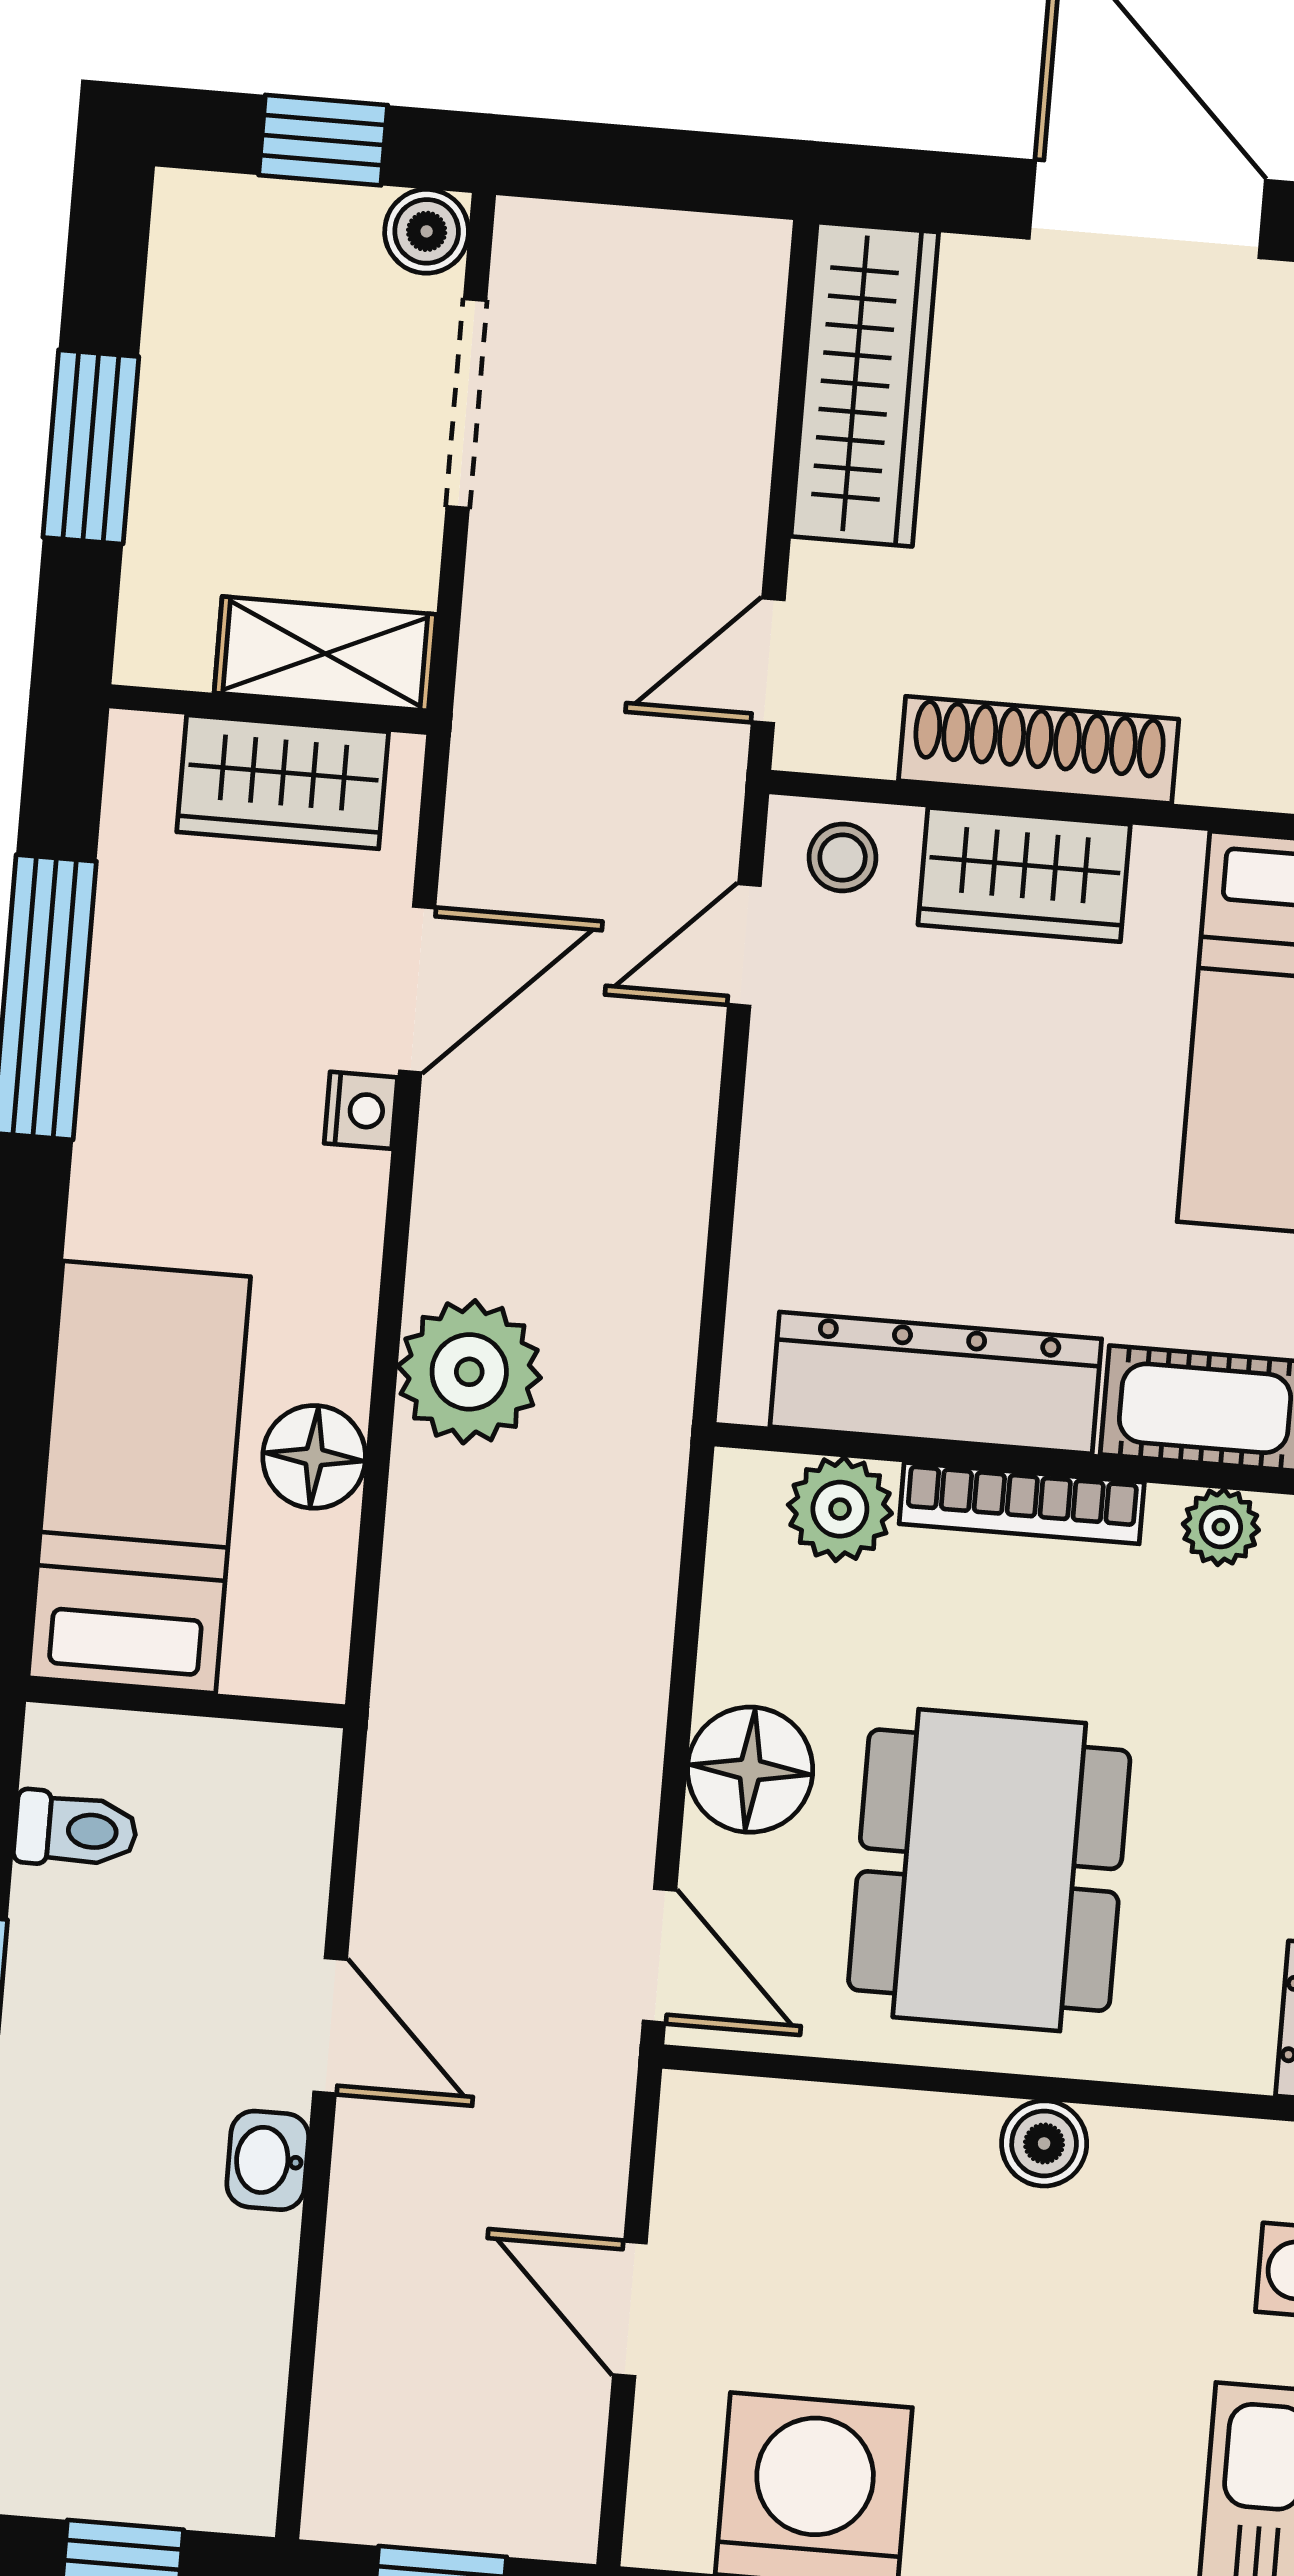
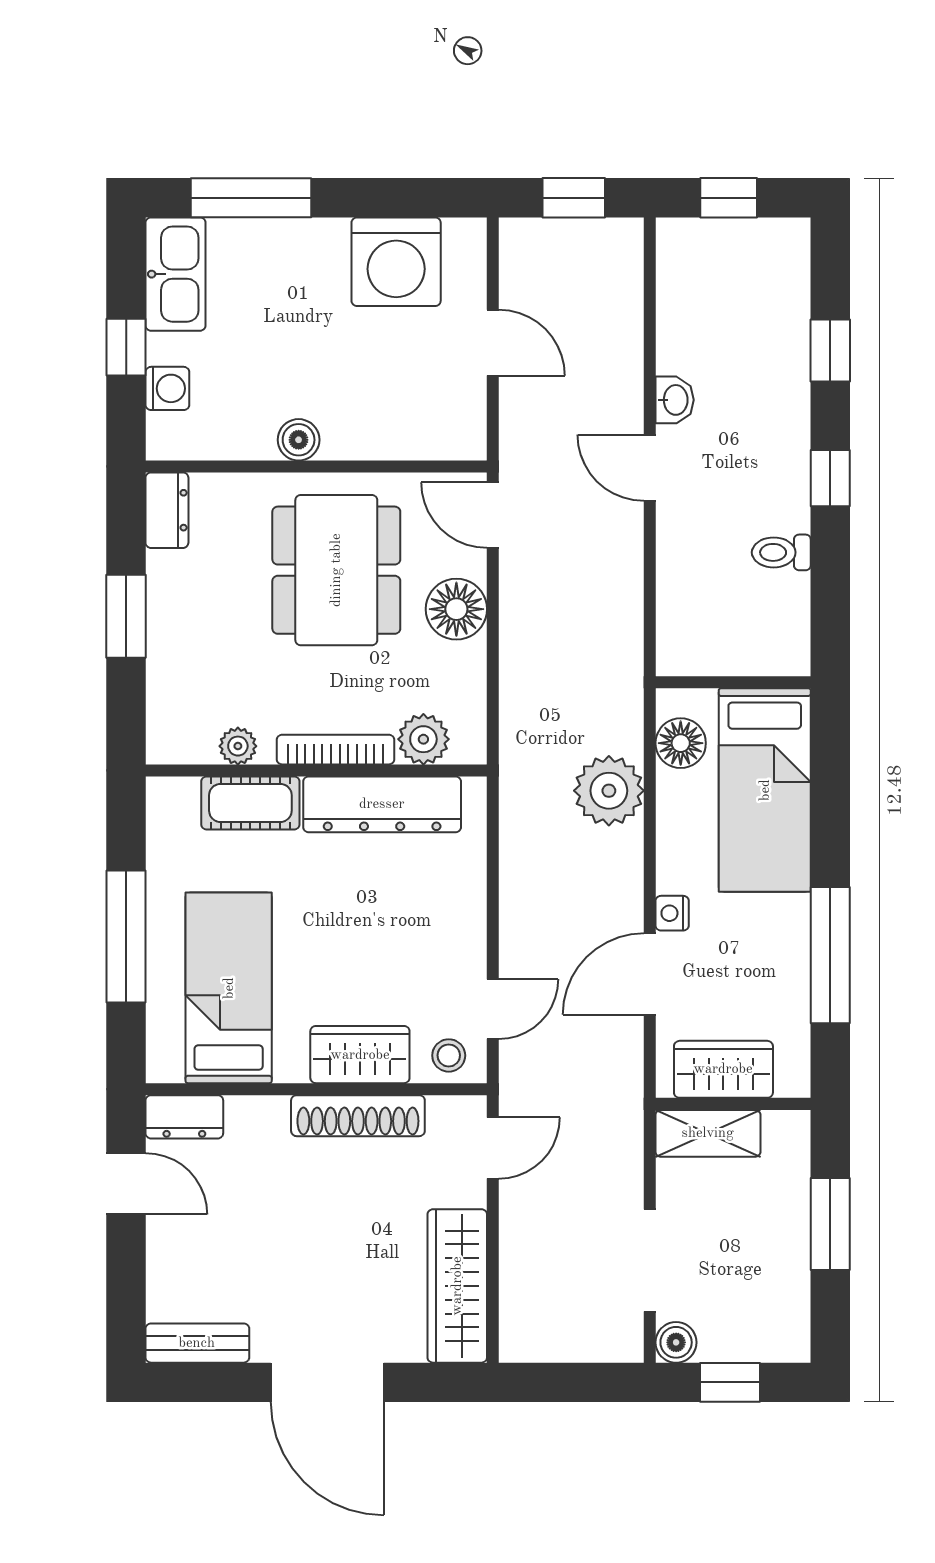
bed: (139, 1477) -> (765, 790), moved
wall: (185, 1703) -> (733, 682), moved

